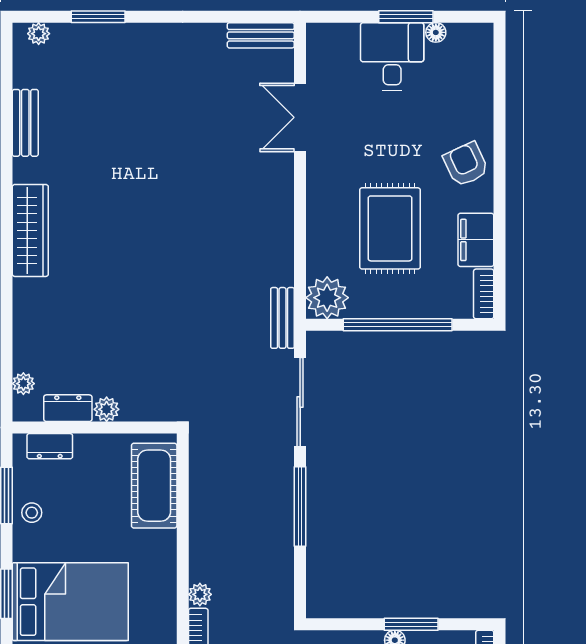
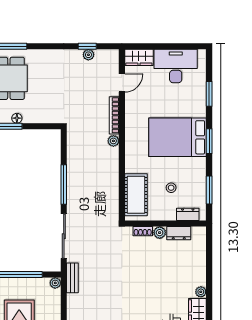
plant: (327, 298) -> (55, 283), width x0.53, depth x0.53
plant: (23, 384) -> (201, 292), moved
shoe rack: (141, 412) -> (143, 231), added
stool: (32, 513) -> (171, 188), moved

